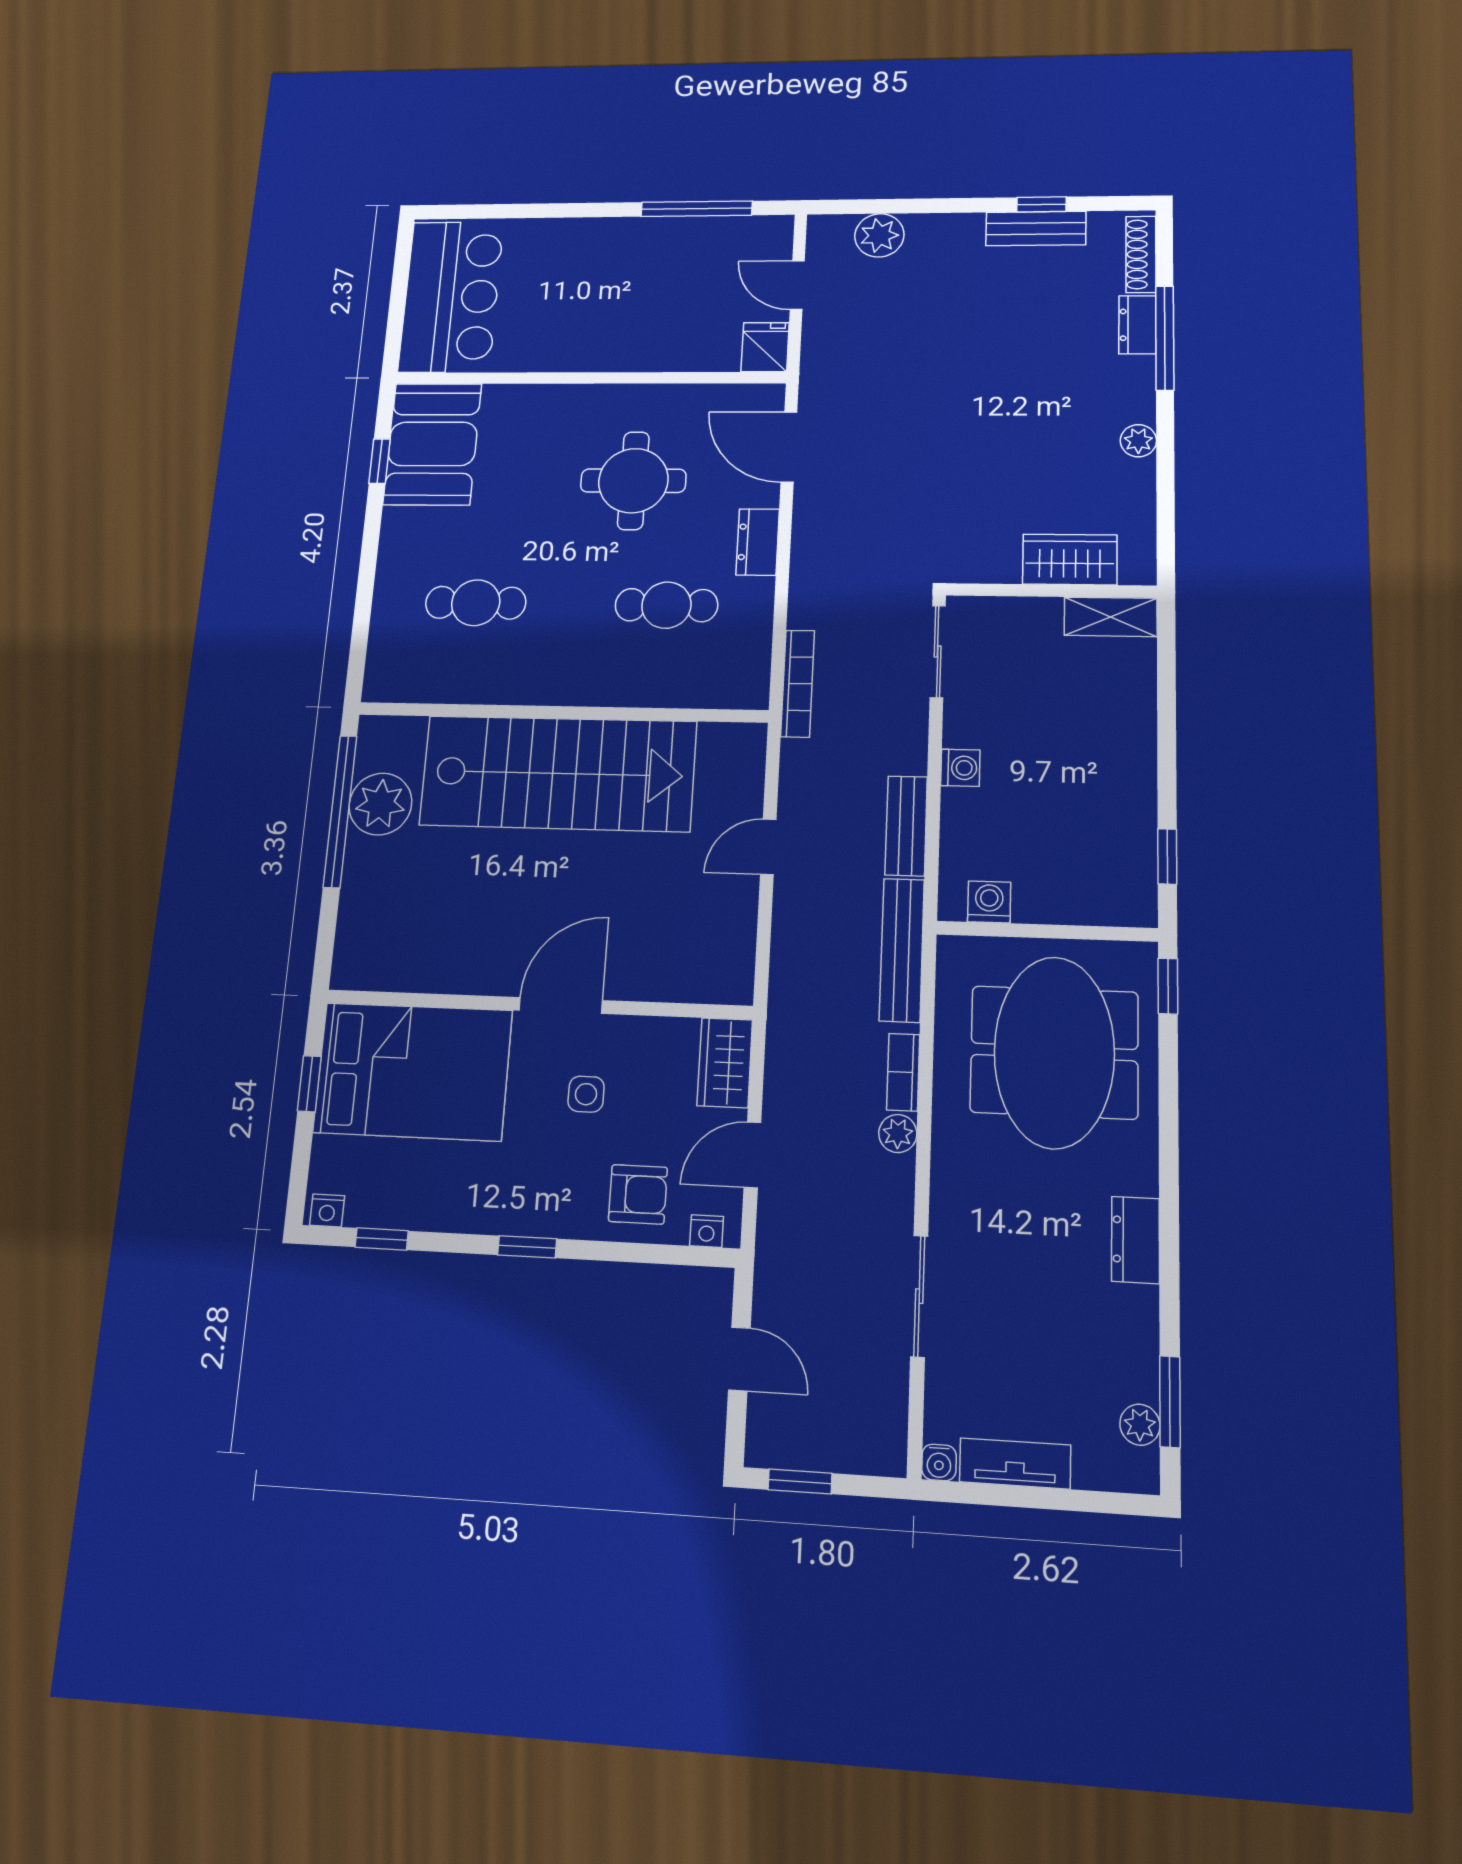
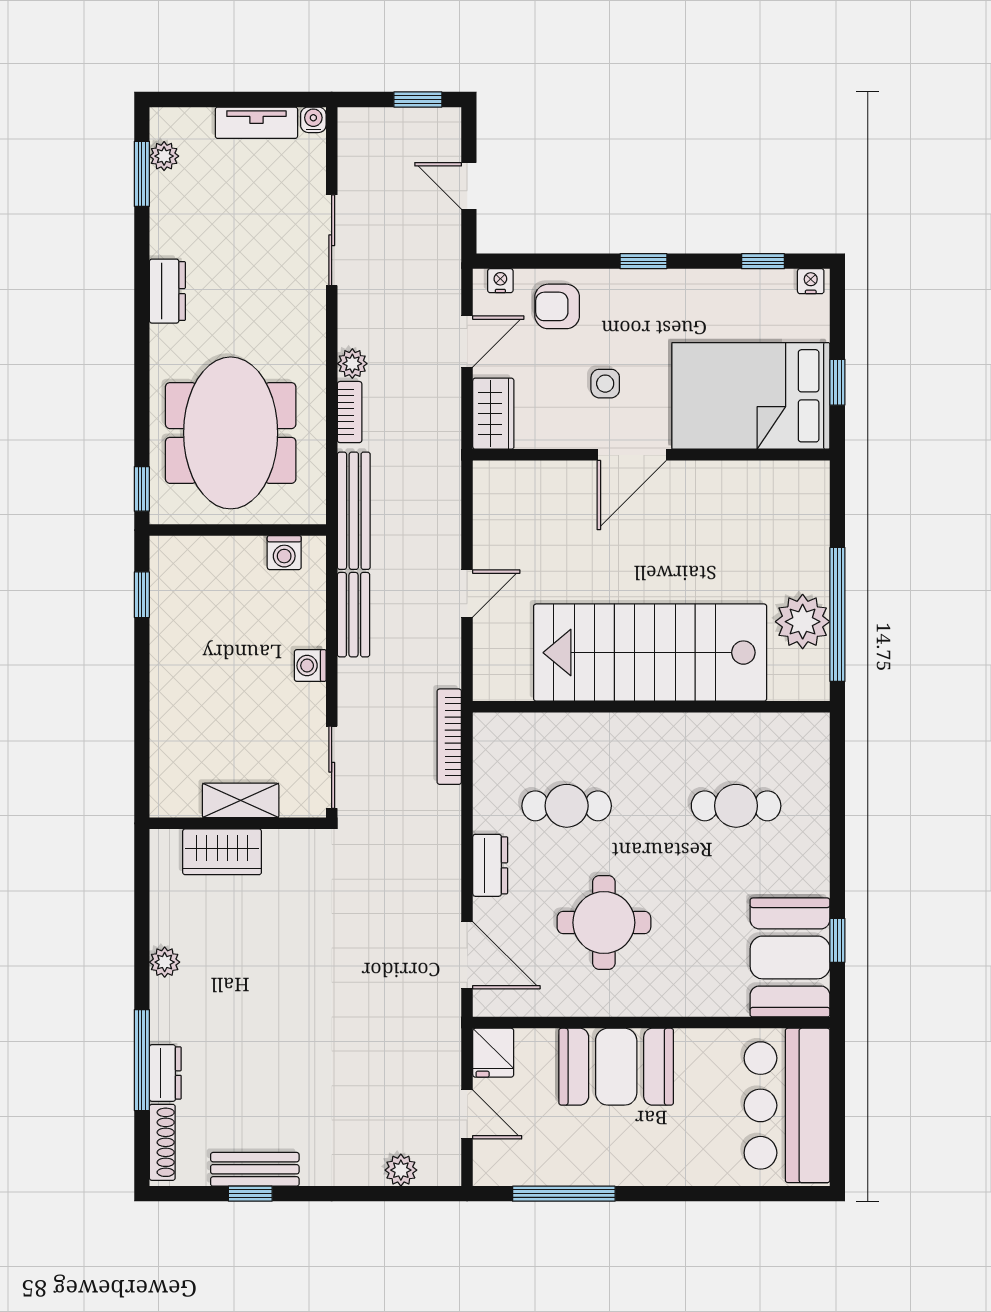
plant: (879, 235) -> (401, 1170), width x0.73, depth x0.73
booth: (631, 334) -> (616, 1067), added
shelving: (1111, 617) -> (241, 800), moved

